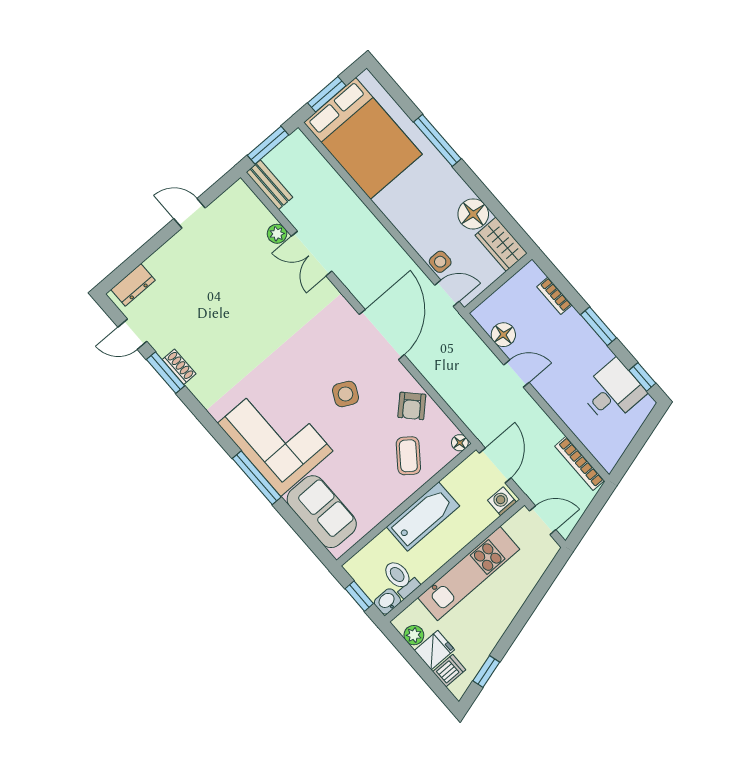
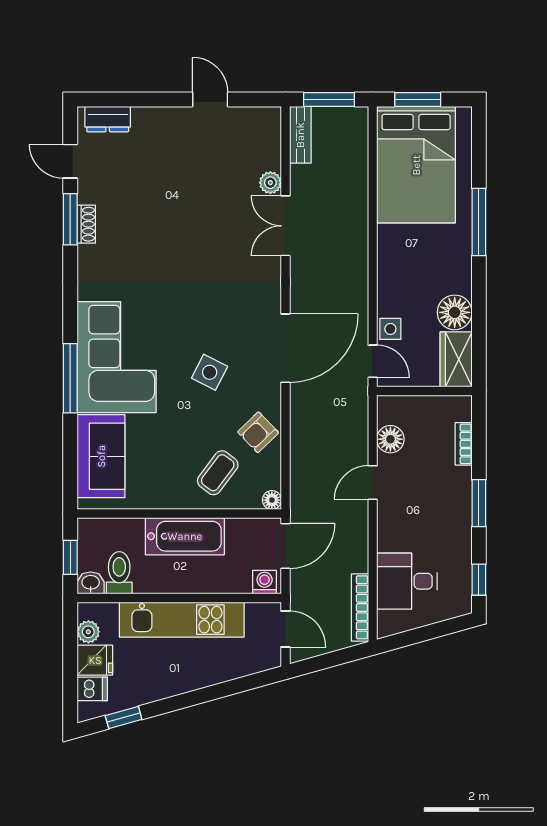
door: (516, 374) -> (373, 483), swing flipped
desk: (612, 392) -> (407, 581), moved, turned 180

